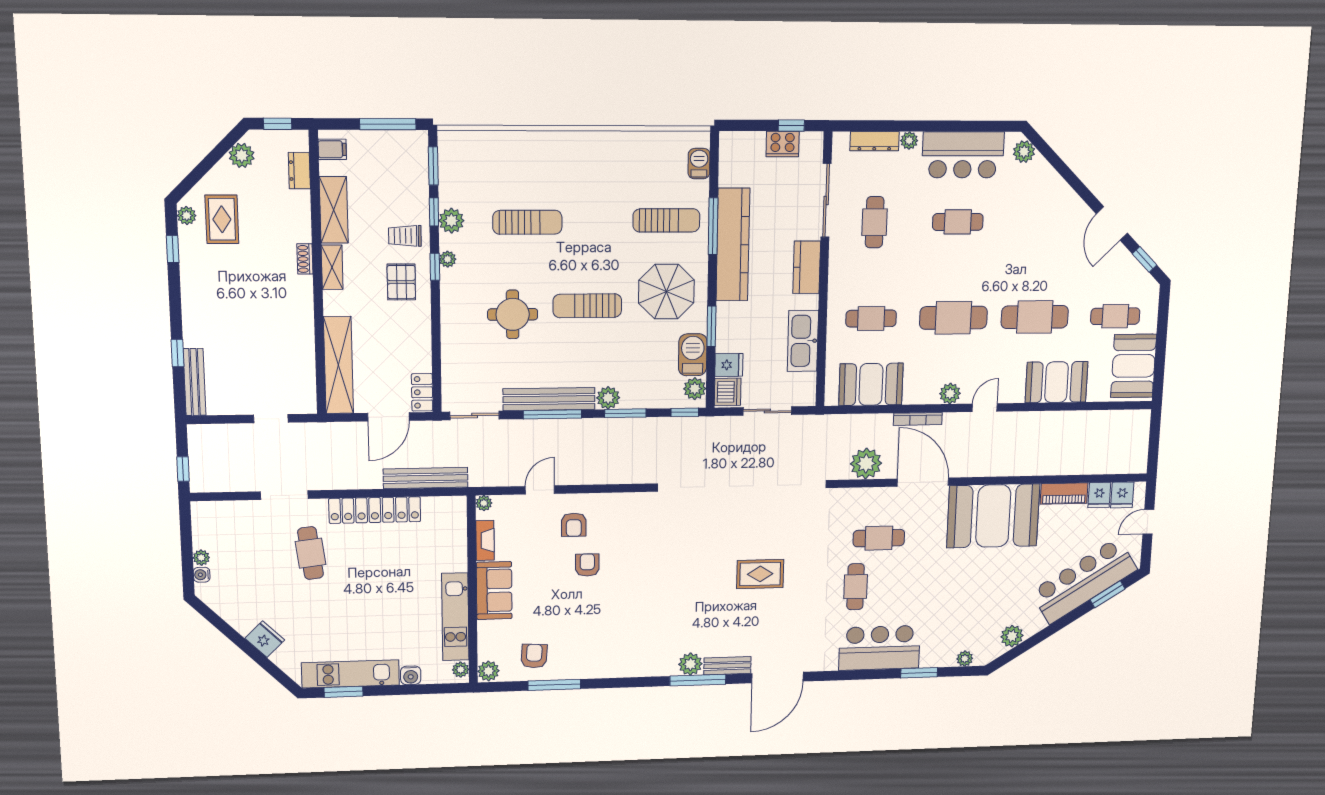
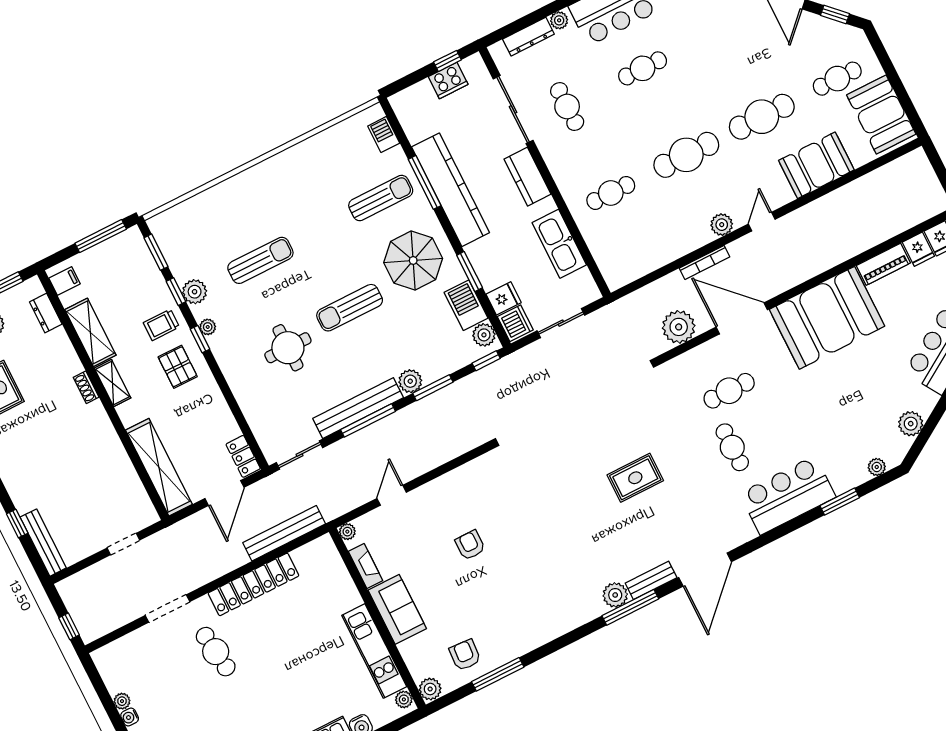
booth: (871, 384) -> (643, 252), removed
armchair: (574, 525) -> (439, 513), removed

